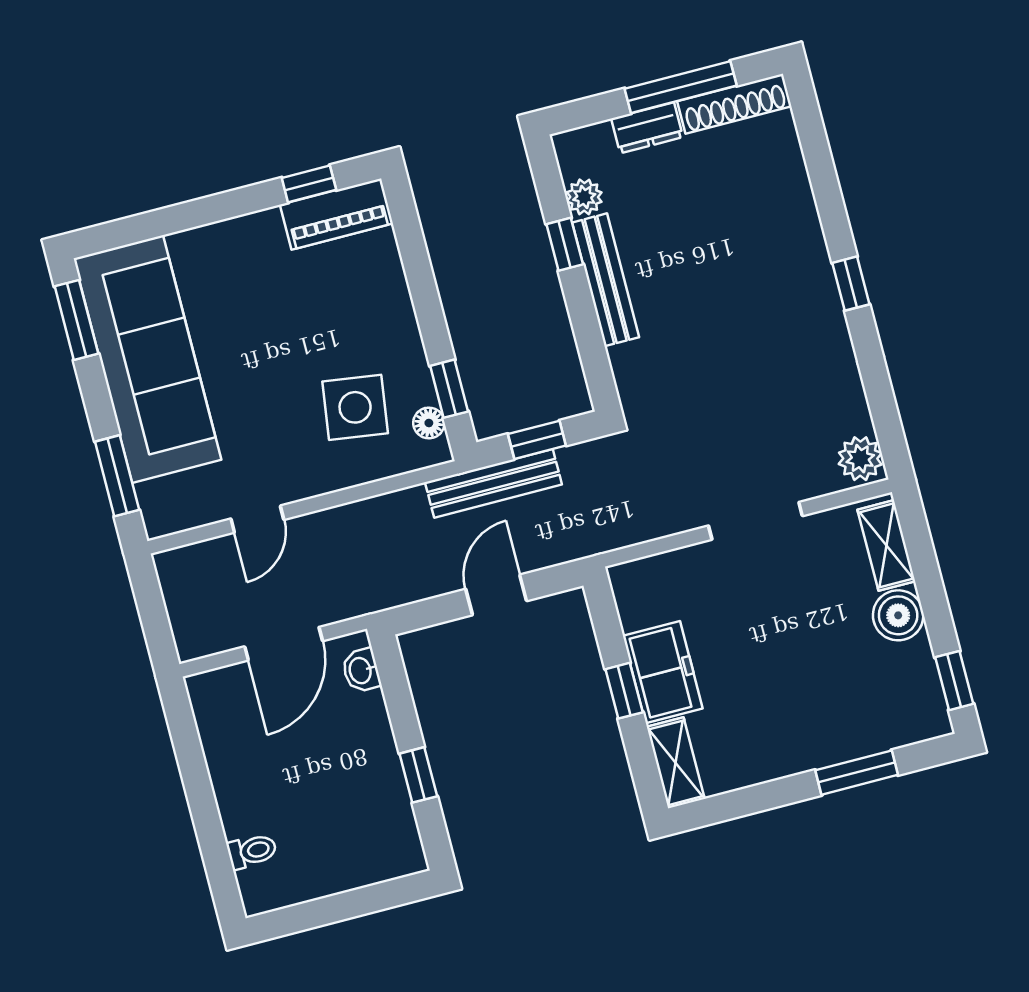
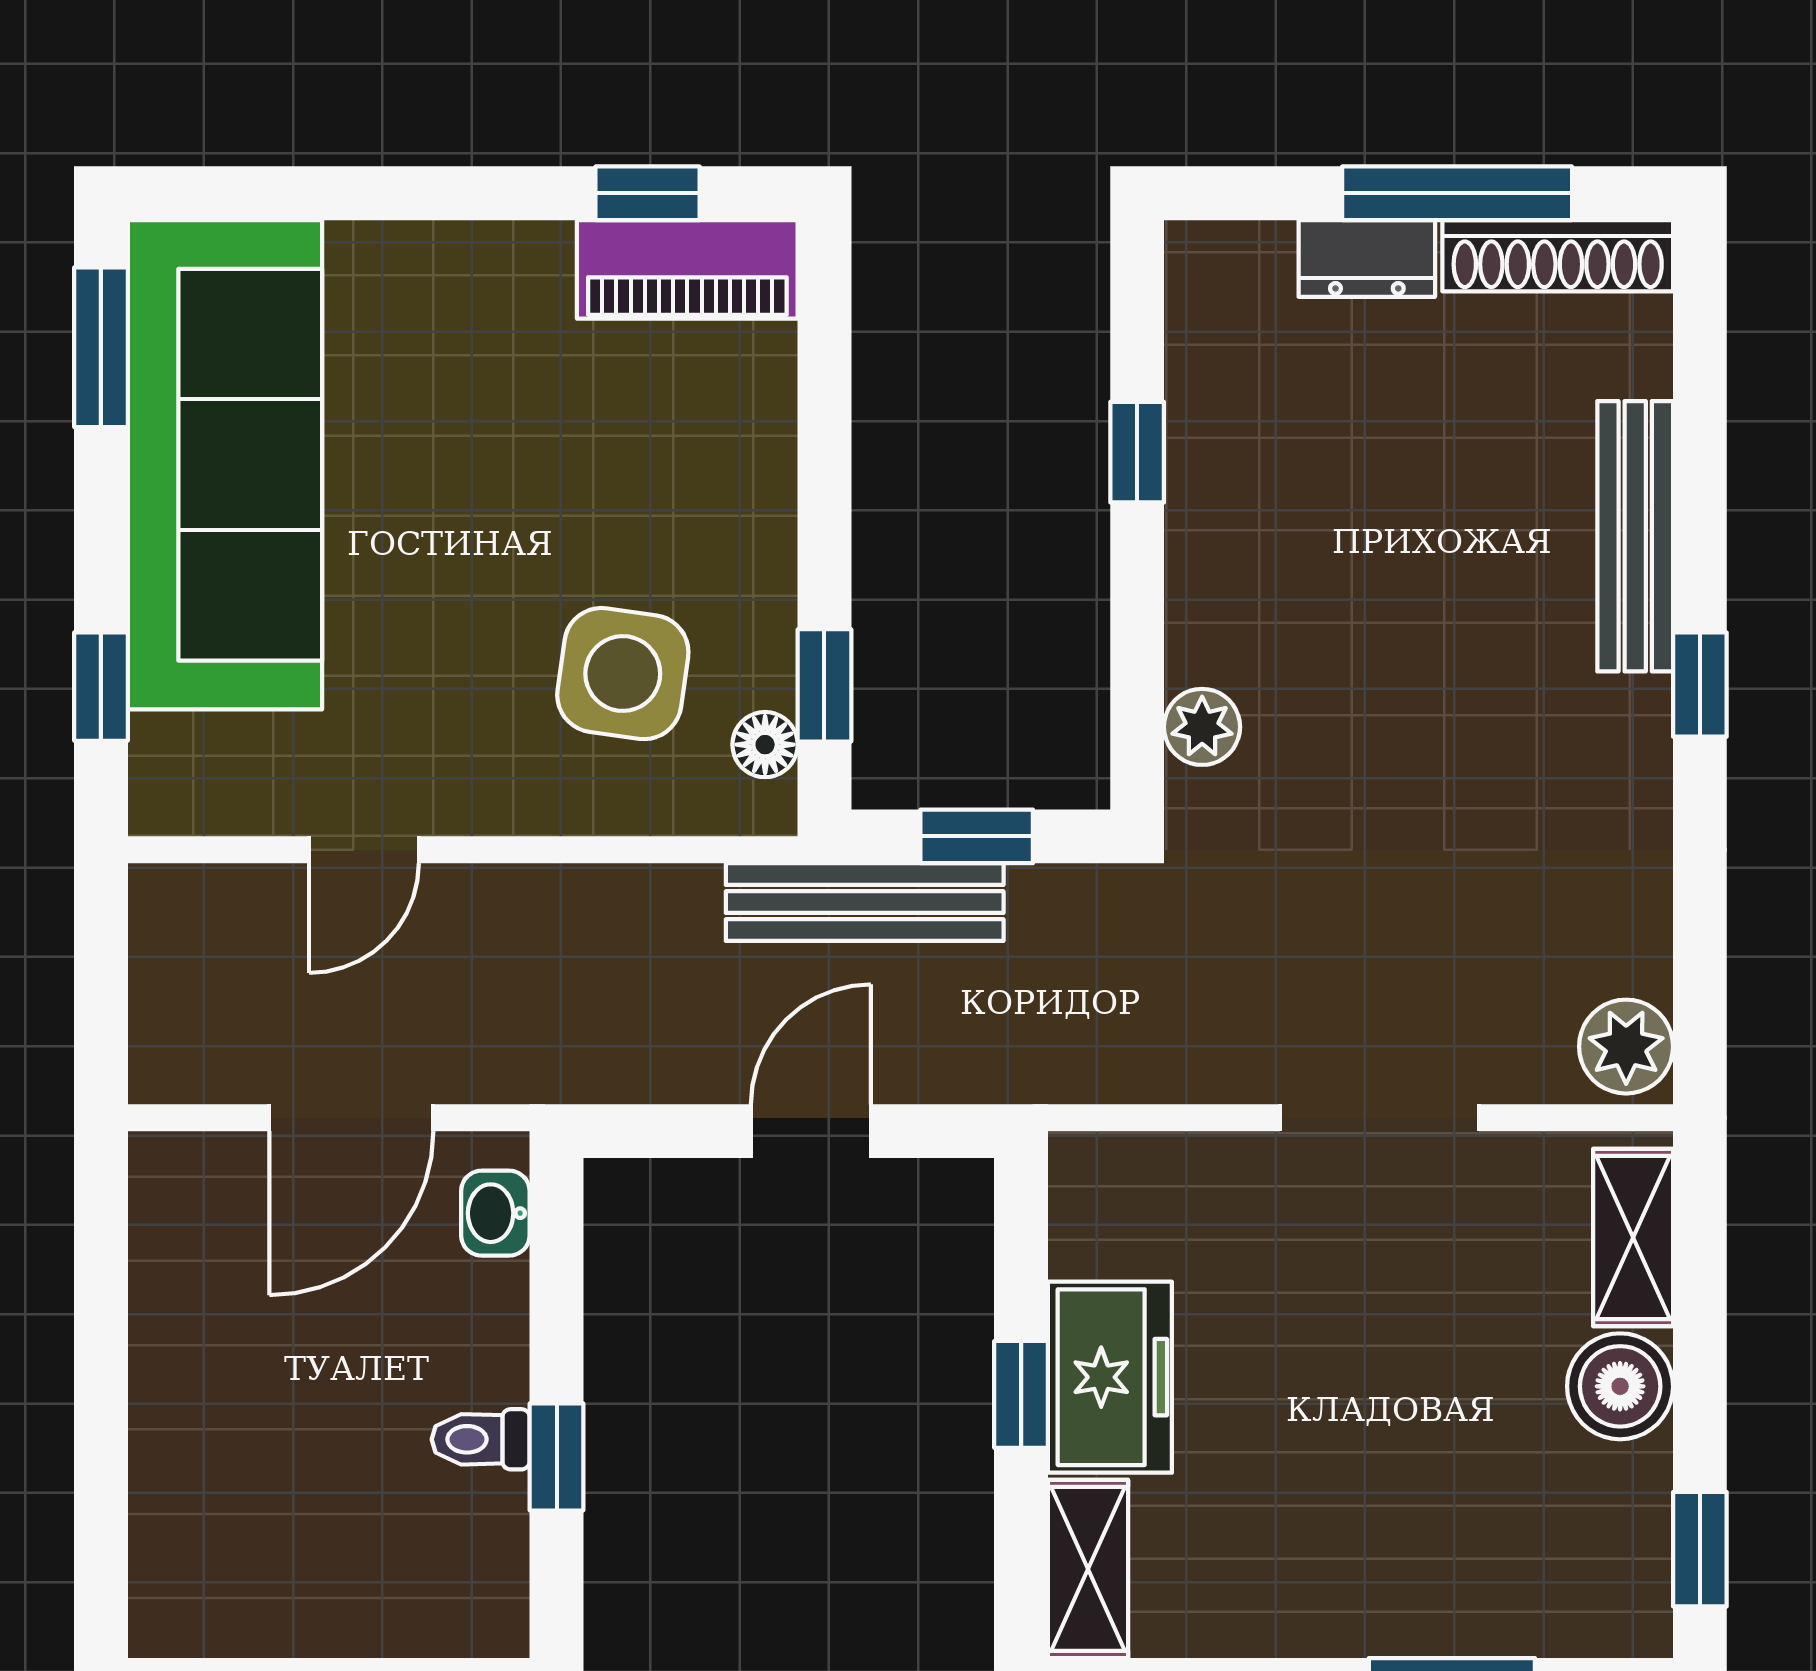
plant: (584, 197) -> (1202, 727), moved
bench: (606, 280) -> (1635, 536), moved
window: (117, 476) -> (101, 687), width x0.67
toilet: (252, 851) -> (481, 1439), moved, turned 180

